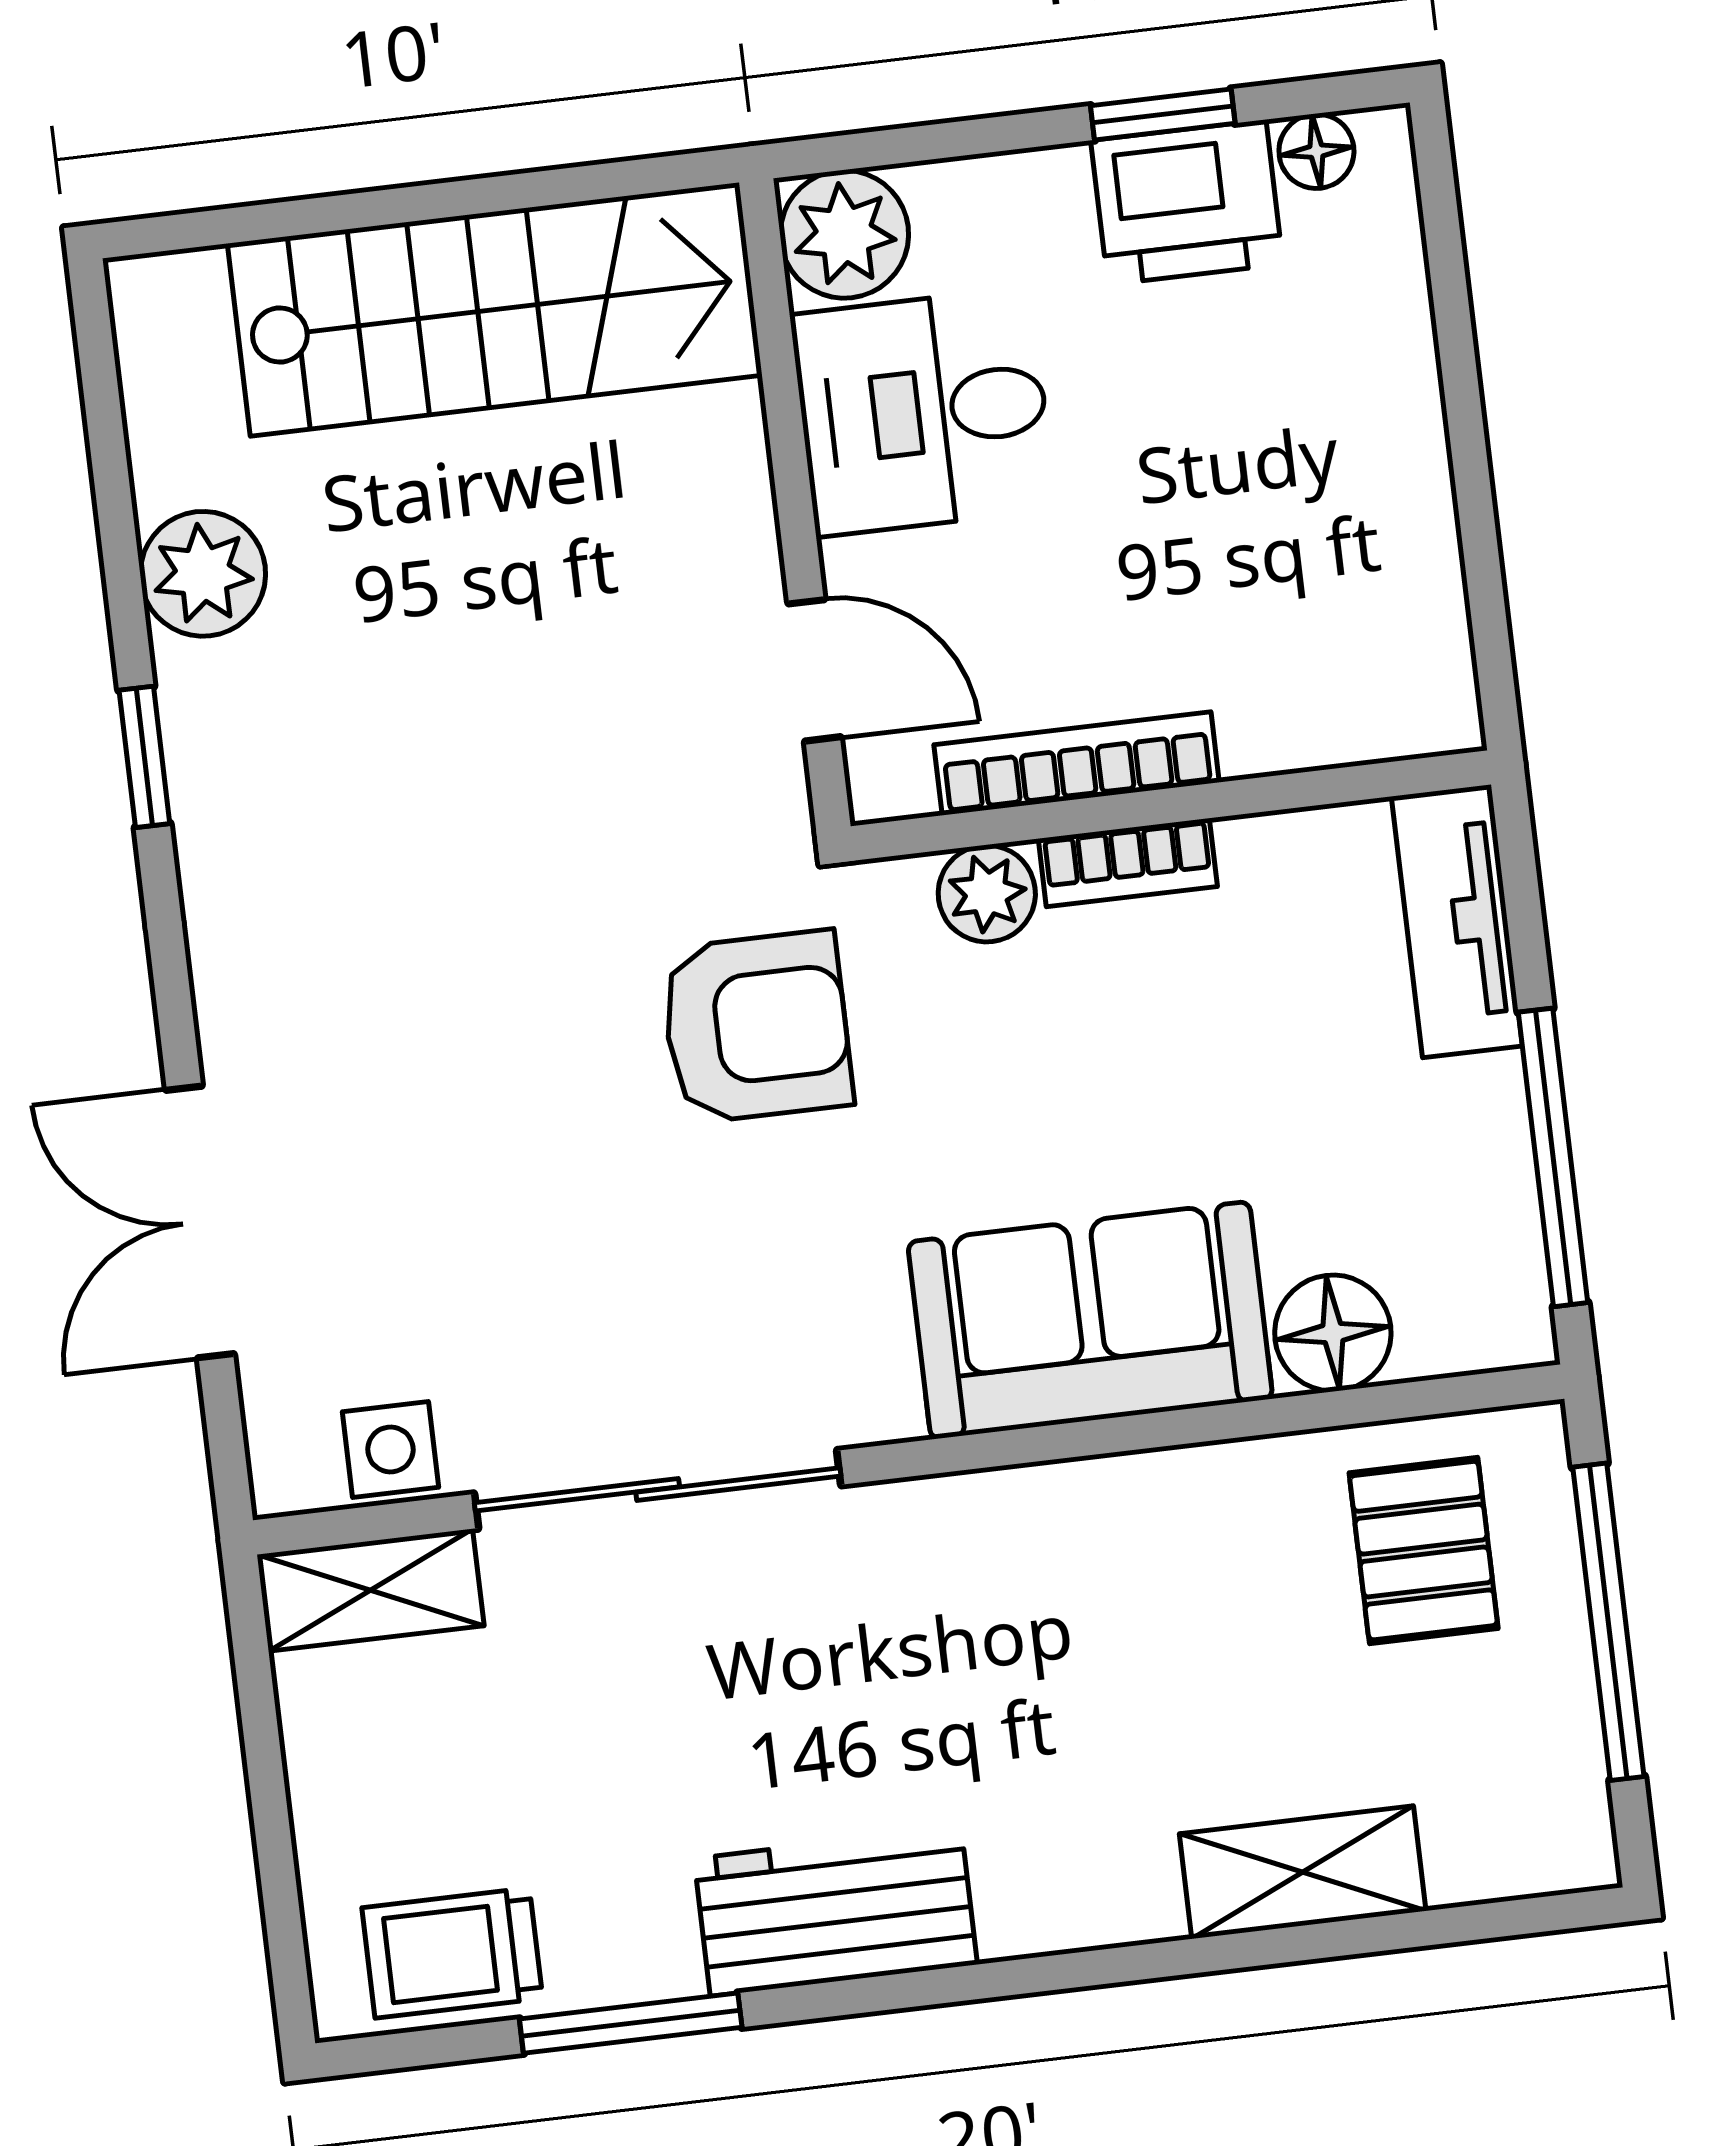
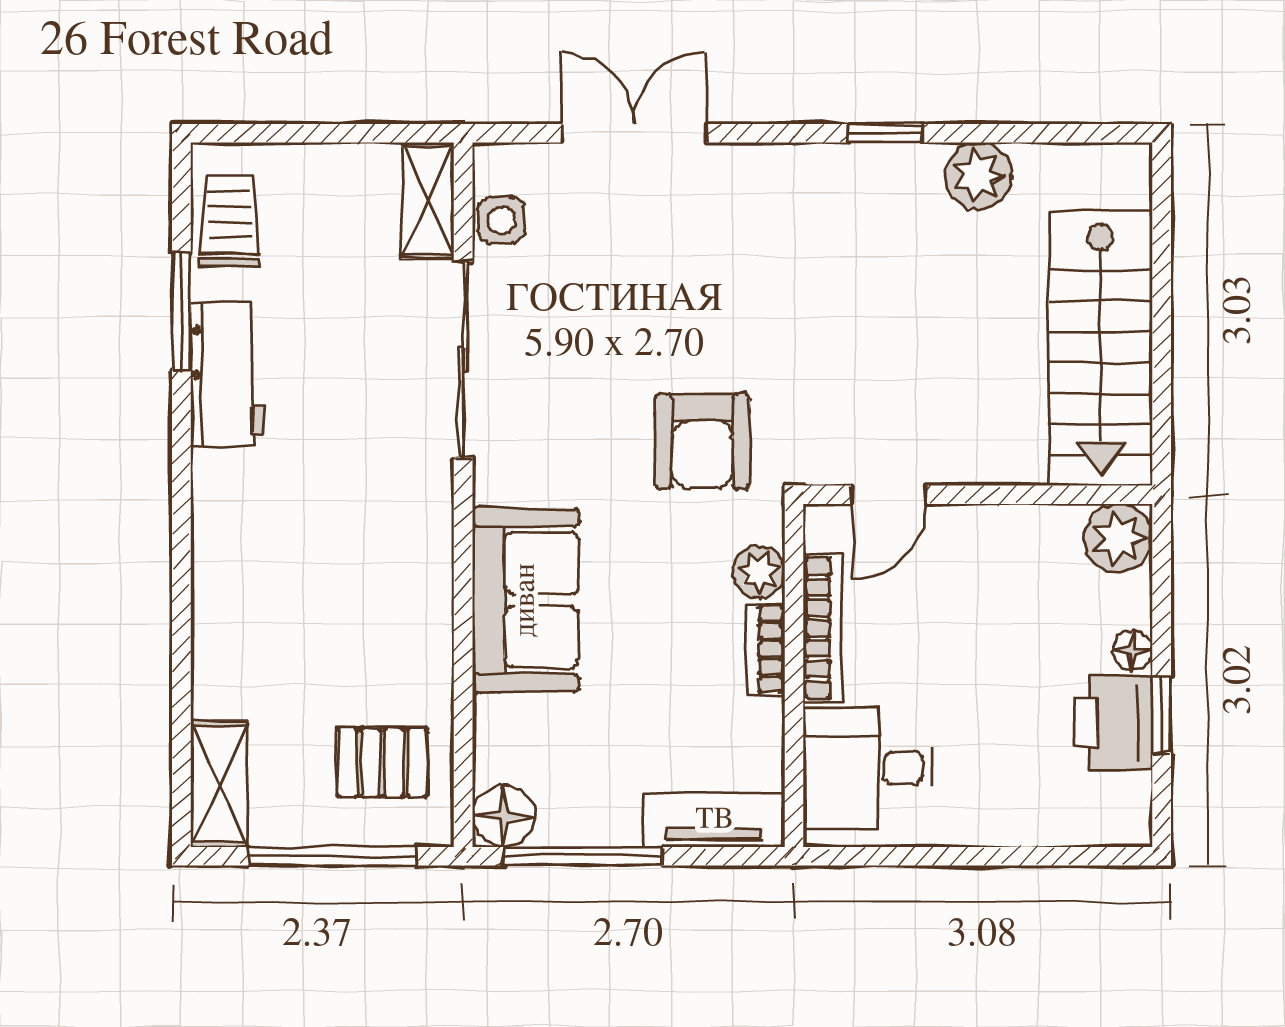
floor lamp: (1316, 151) -> (1132, 650), moved
desk: (923, 412) -> (868, 768), moved, turned -90
floor lamp: (1333, 1333) -> (503, 816), moved
shelving: (1303, 1872) -> (219, 784), moved
workbench: (836, 1911) -> (228, 374), moved

